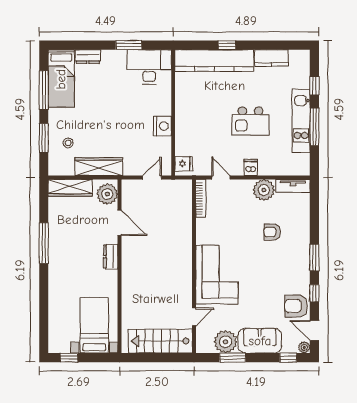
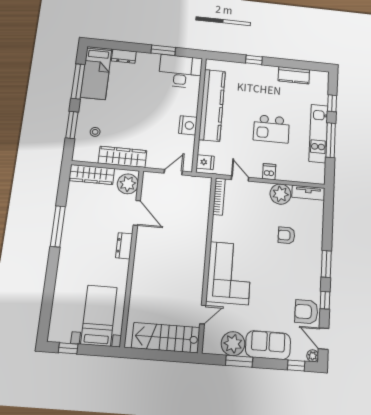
kitchen counter: (214, 61) -> (212, 105), moved, turned -90

